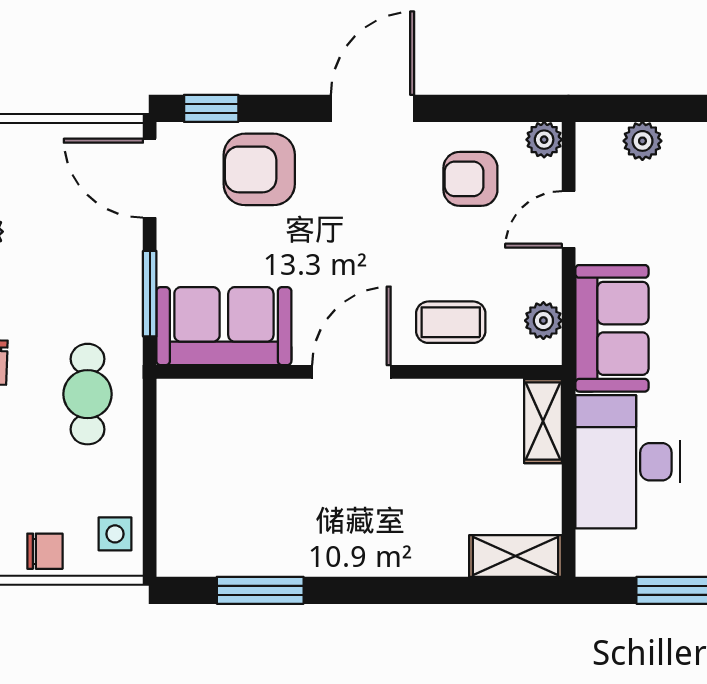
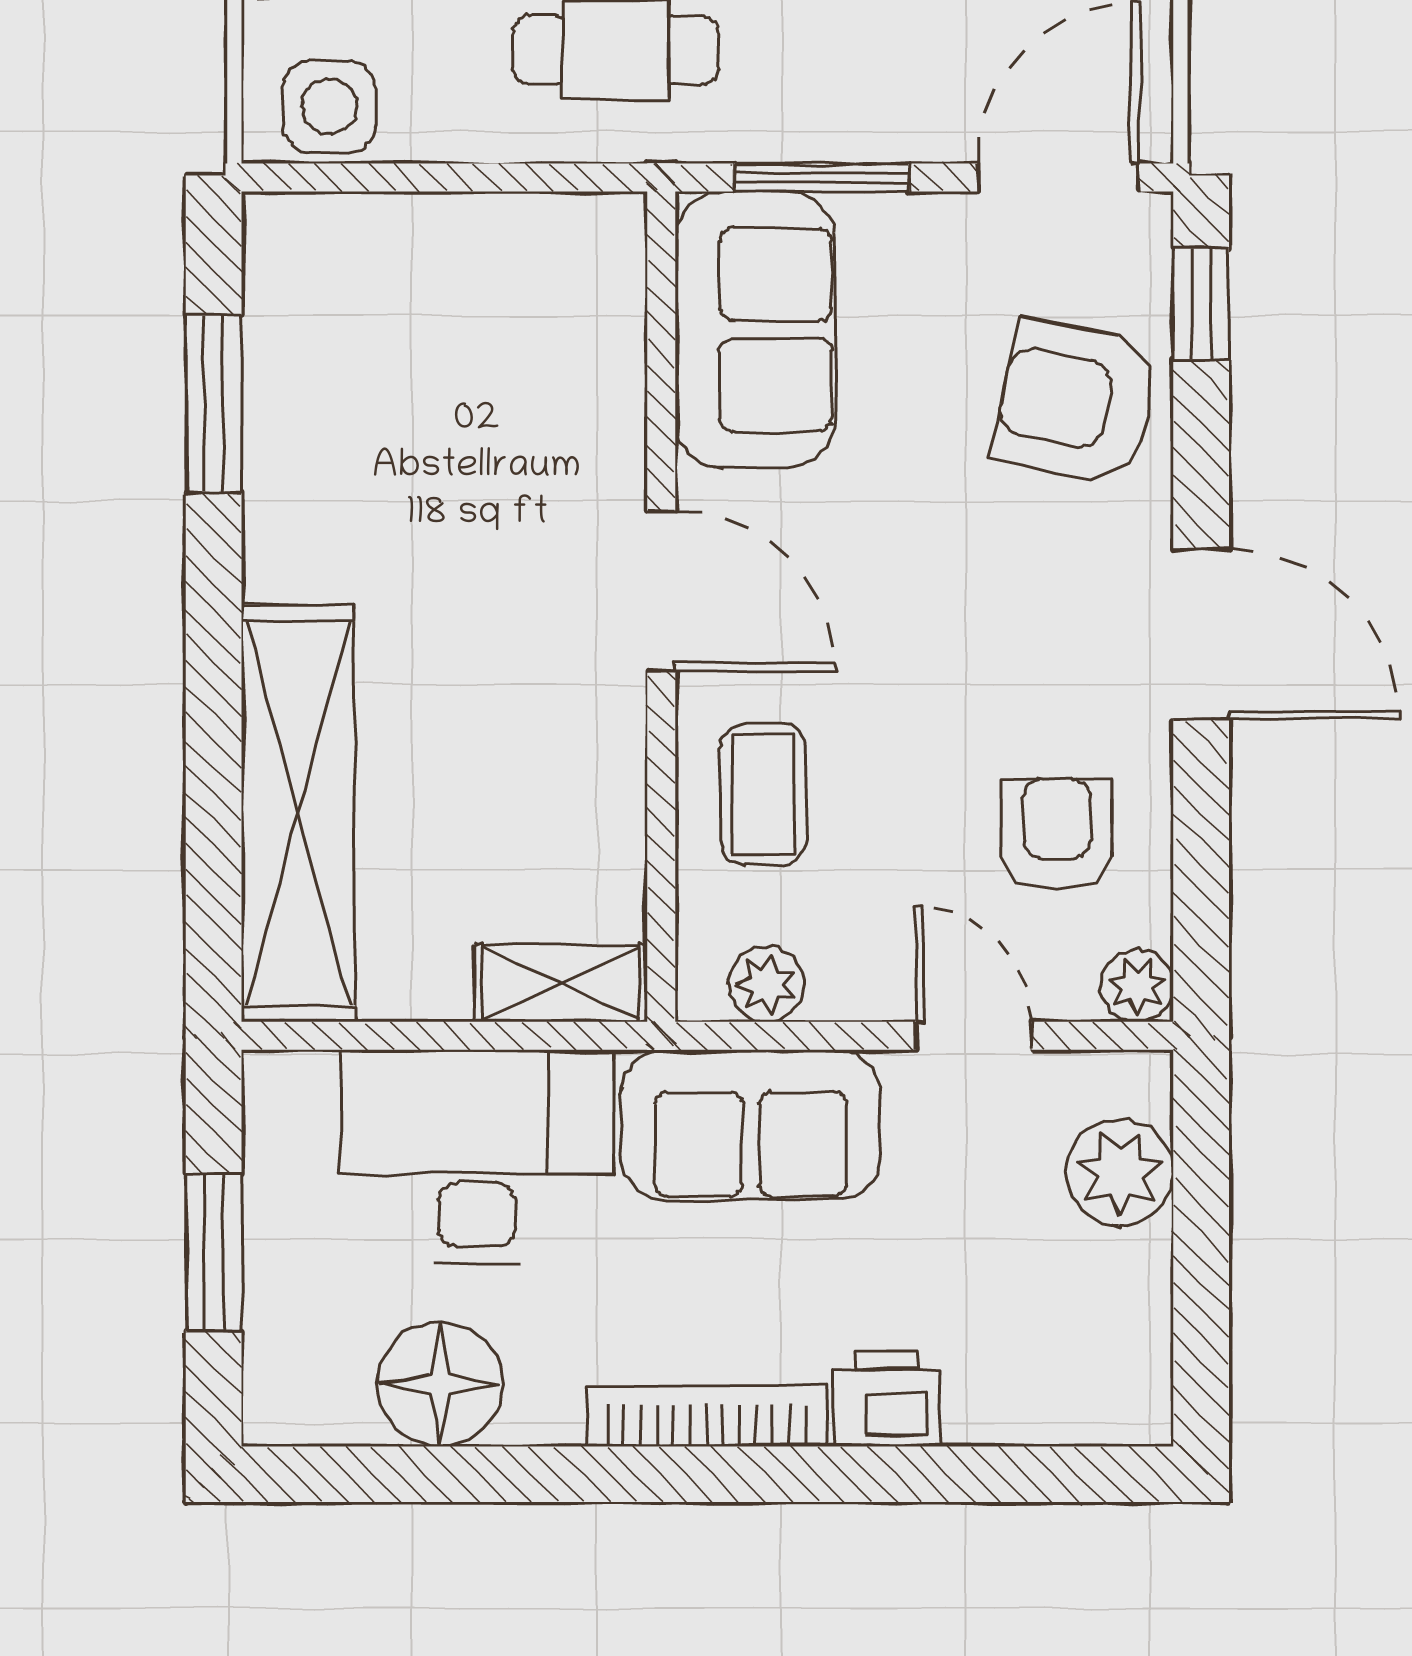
plant: (642, 141) -> (1120, 1173), width x1.38, depth x1.38
armchair: (259, 169) -> (1076, 402), turned -78
side table: (115, 534) -> (329, 106), width x1.37, depth x1.37
shelving: (516, 556) -> (298, 813), width x2.20, depth x1.33

